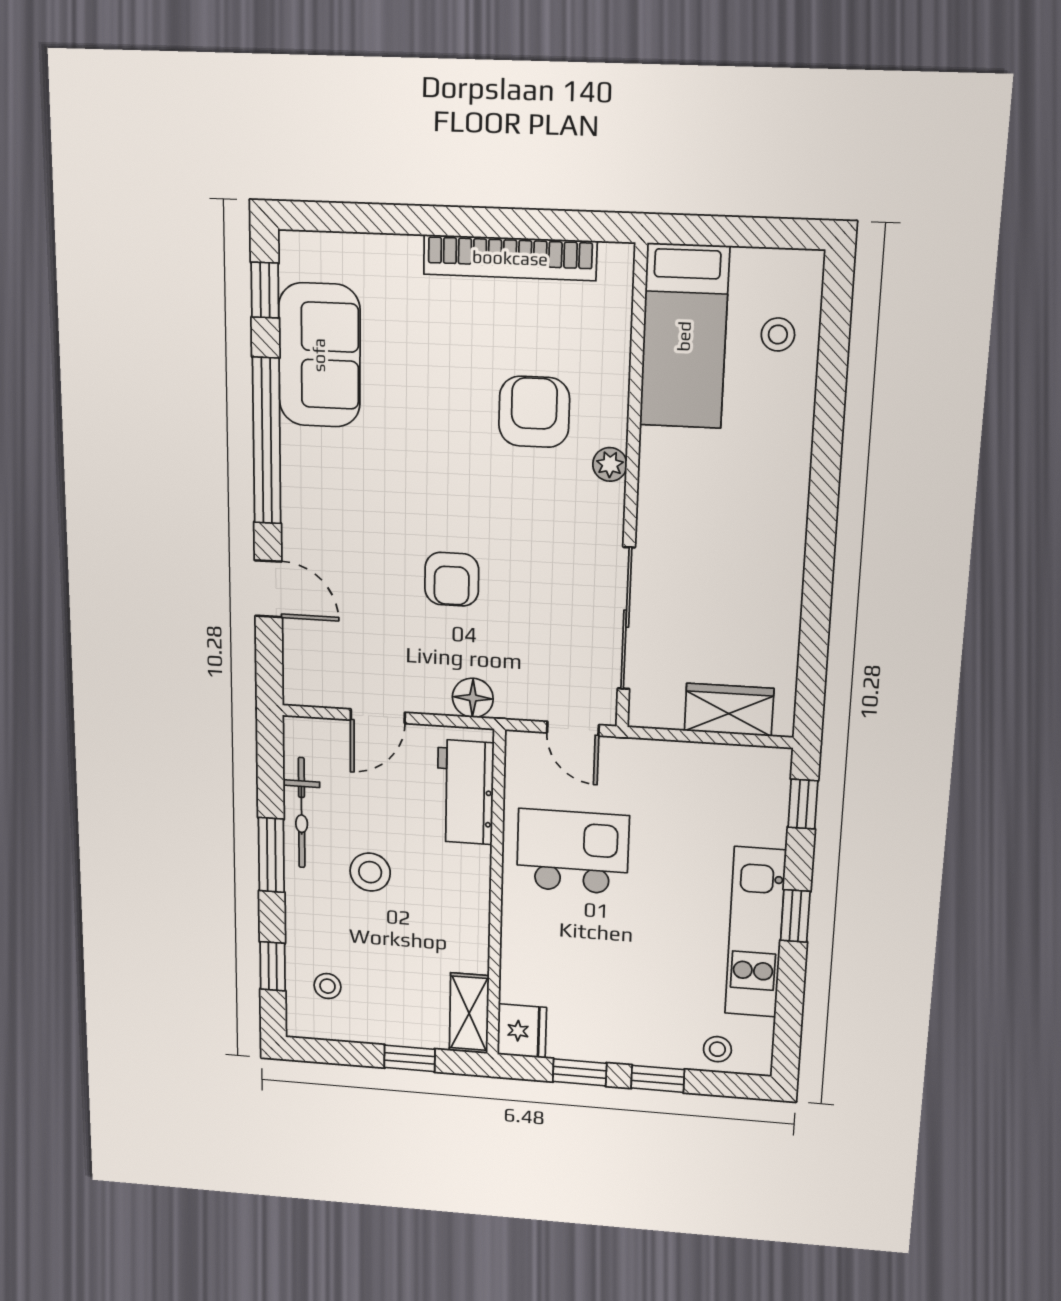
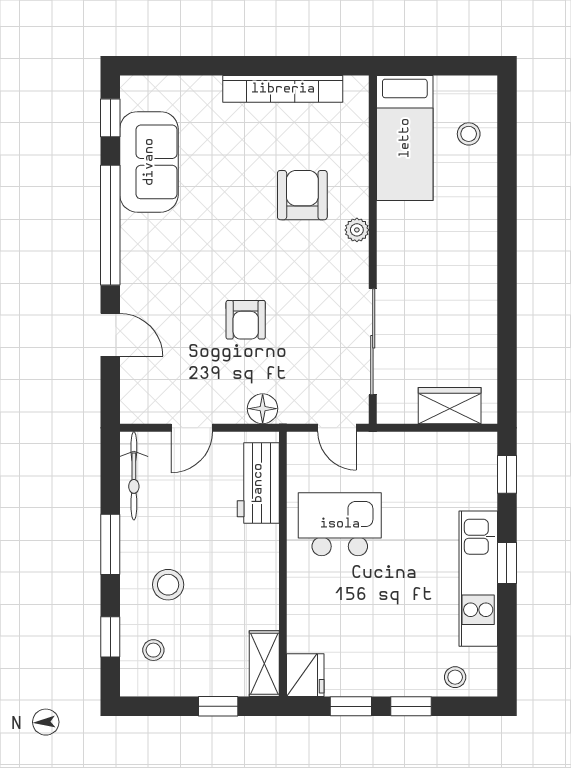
bicycle: (302, 813) -> (134, 476), moved
stool: (370, 872) -> (168, 585), moved

